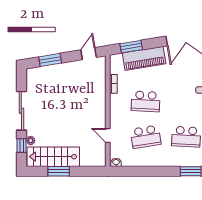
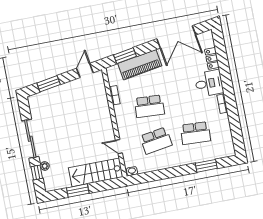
stairs: (53, 157) -> (96, 172), moved

